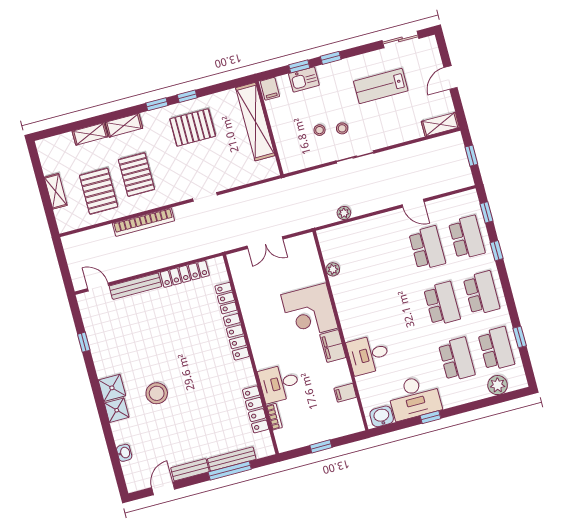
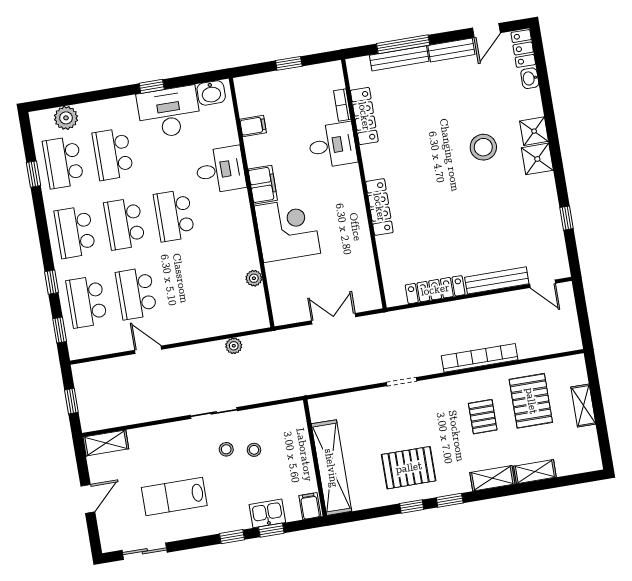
lab bench: (381, 86) -> (174, 497), turned 180
pallet: (136, 175) -> (483, 417), width x0.67, depth x0.71
locker: (226, 298) -> (523, 48), moved, turned 180
school desk: (402, 314) -> (174, 216), added

